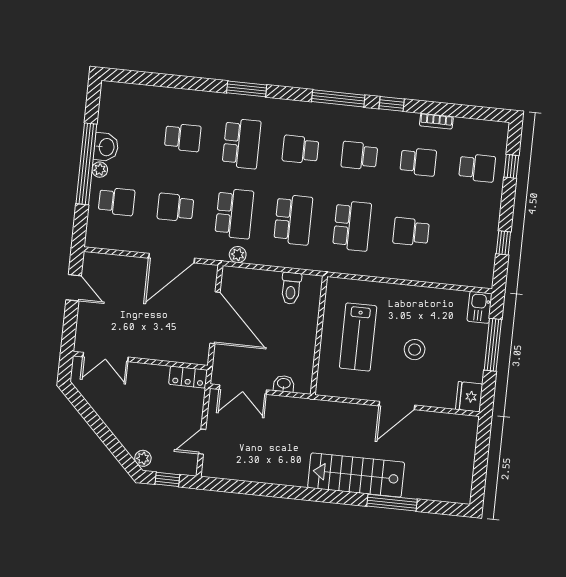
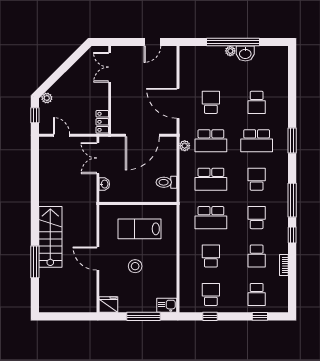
school desk: (117, 201) -> (211, 294), moved, turned 180

